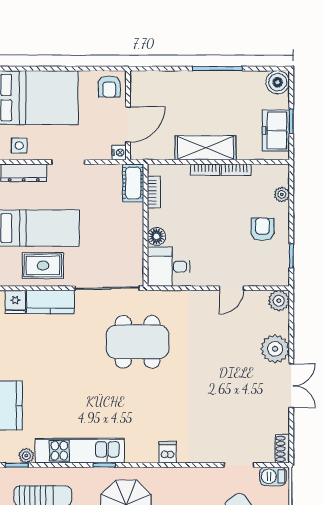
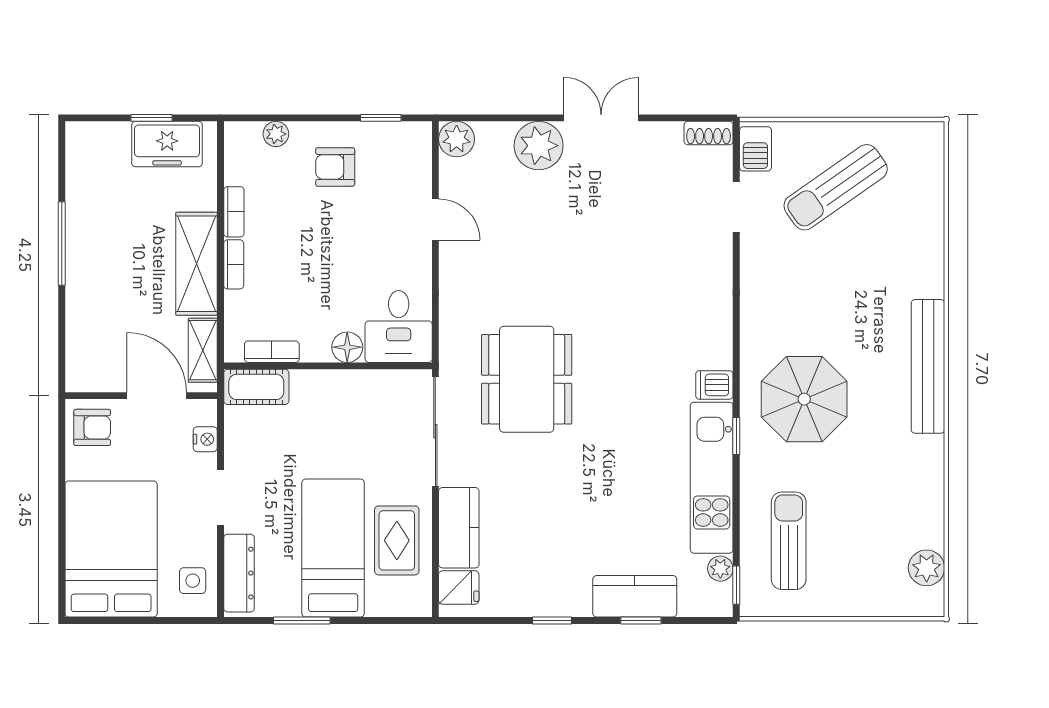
boiler: (278, 82) -> (85, 141), removed
shelving: (155, 151) -> (203, 350), added
nightstand: (119, 153) -> (205, 439), moved, turned 90
dishwasher: (168, 452) -> (714, 385), moved

